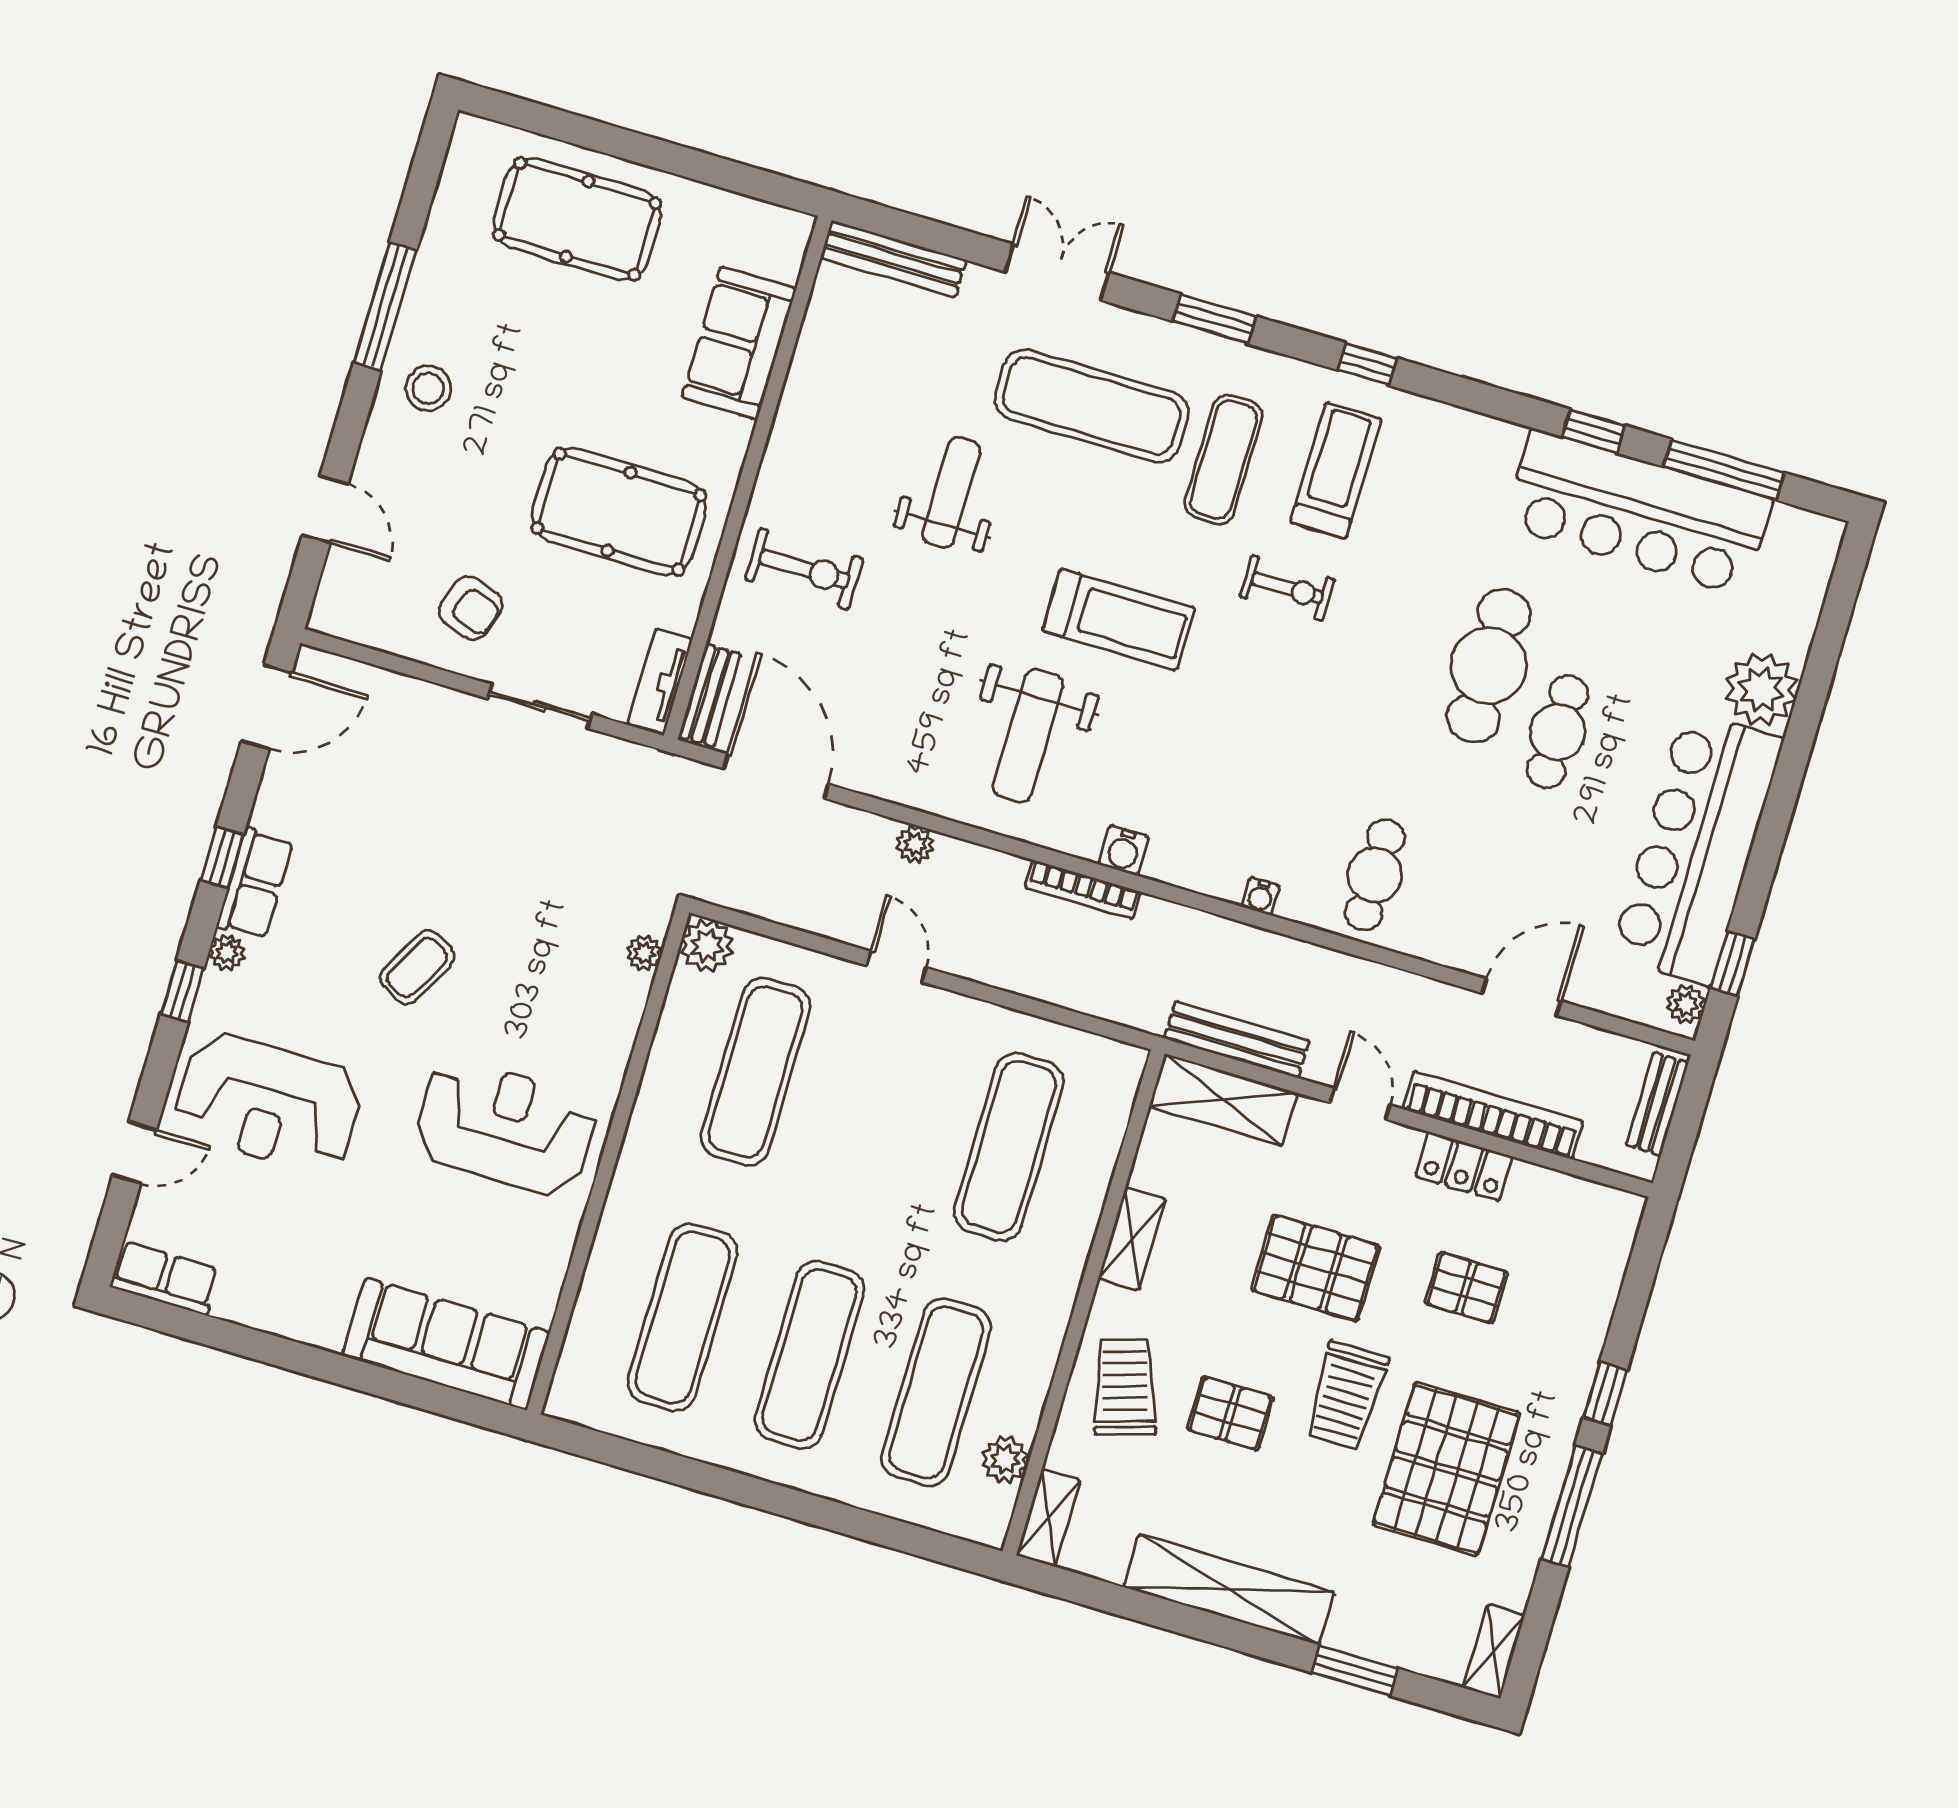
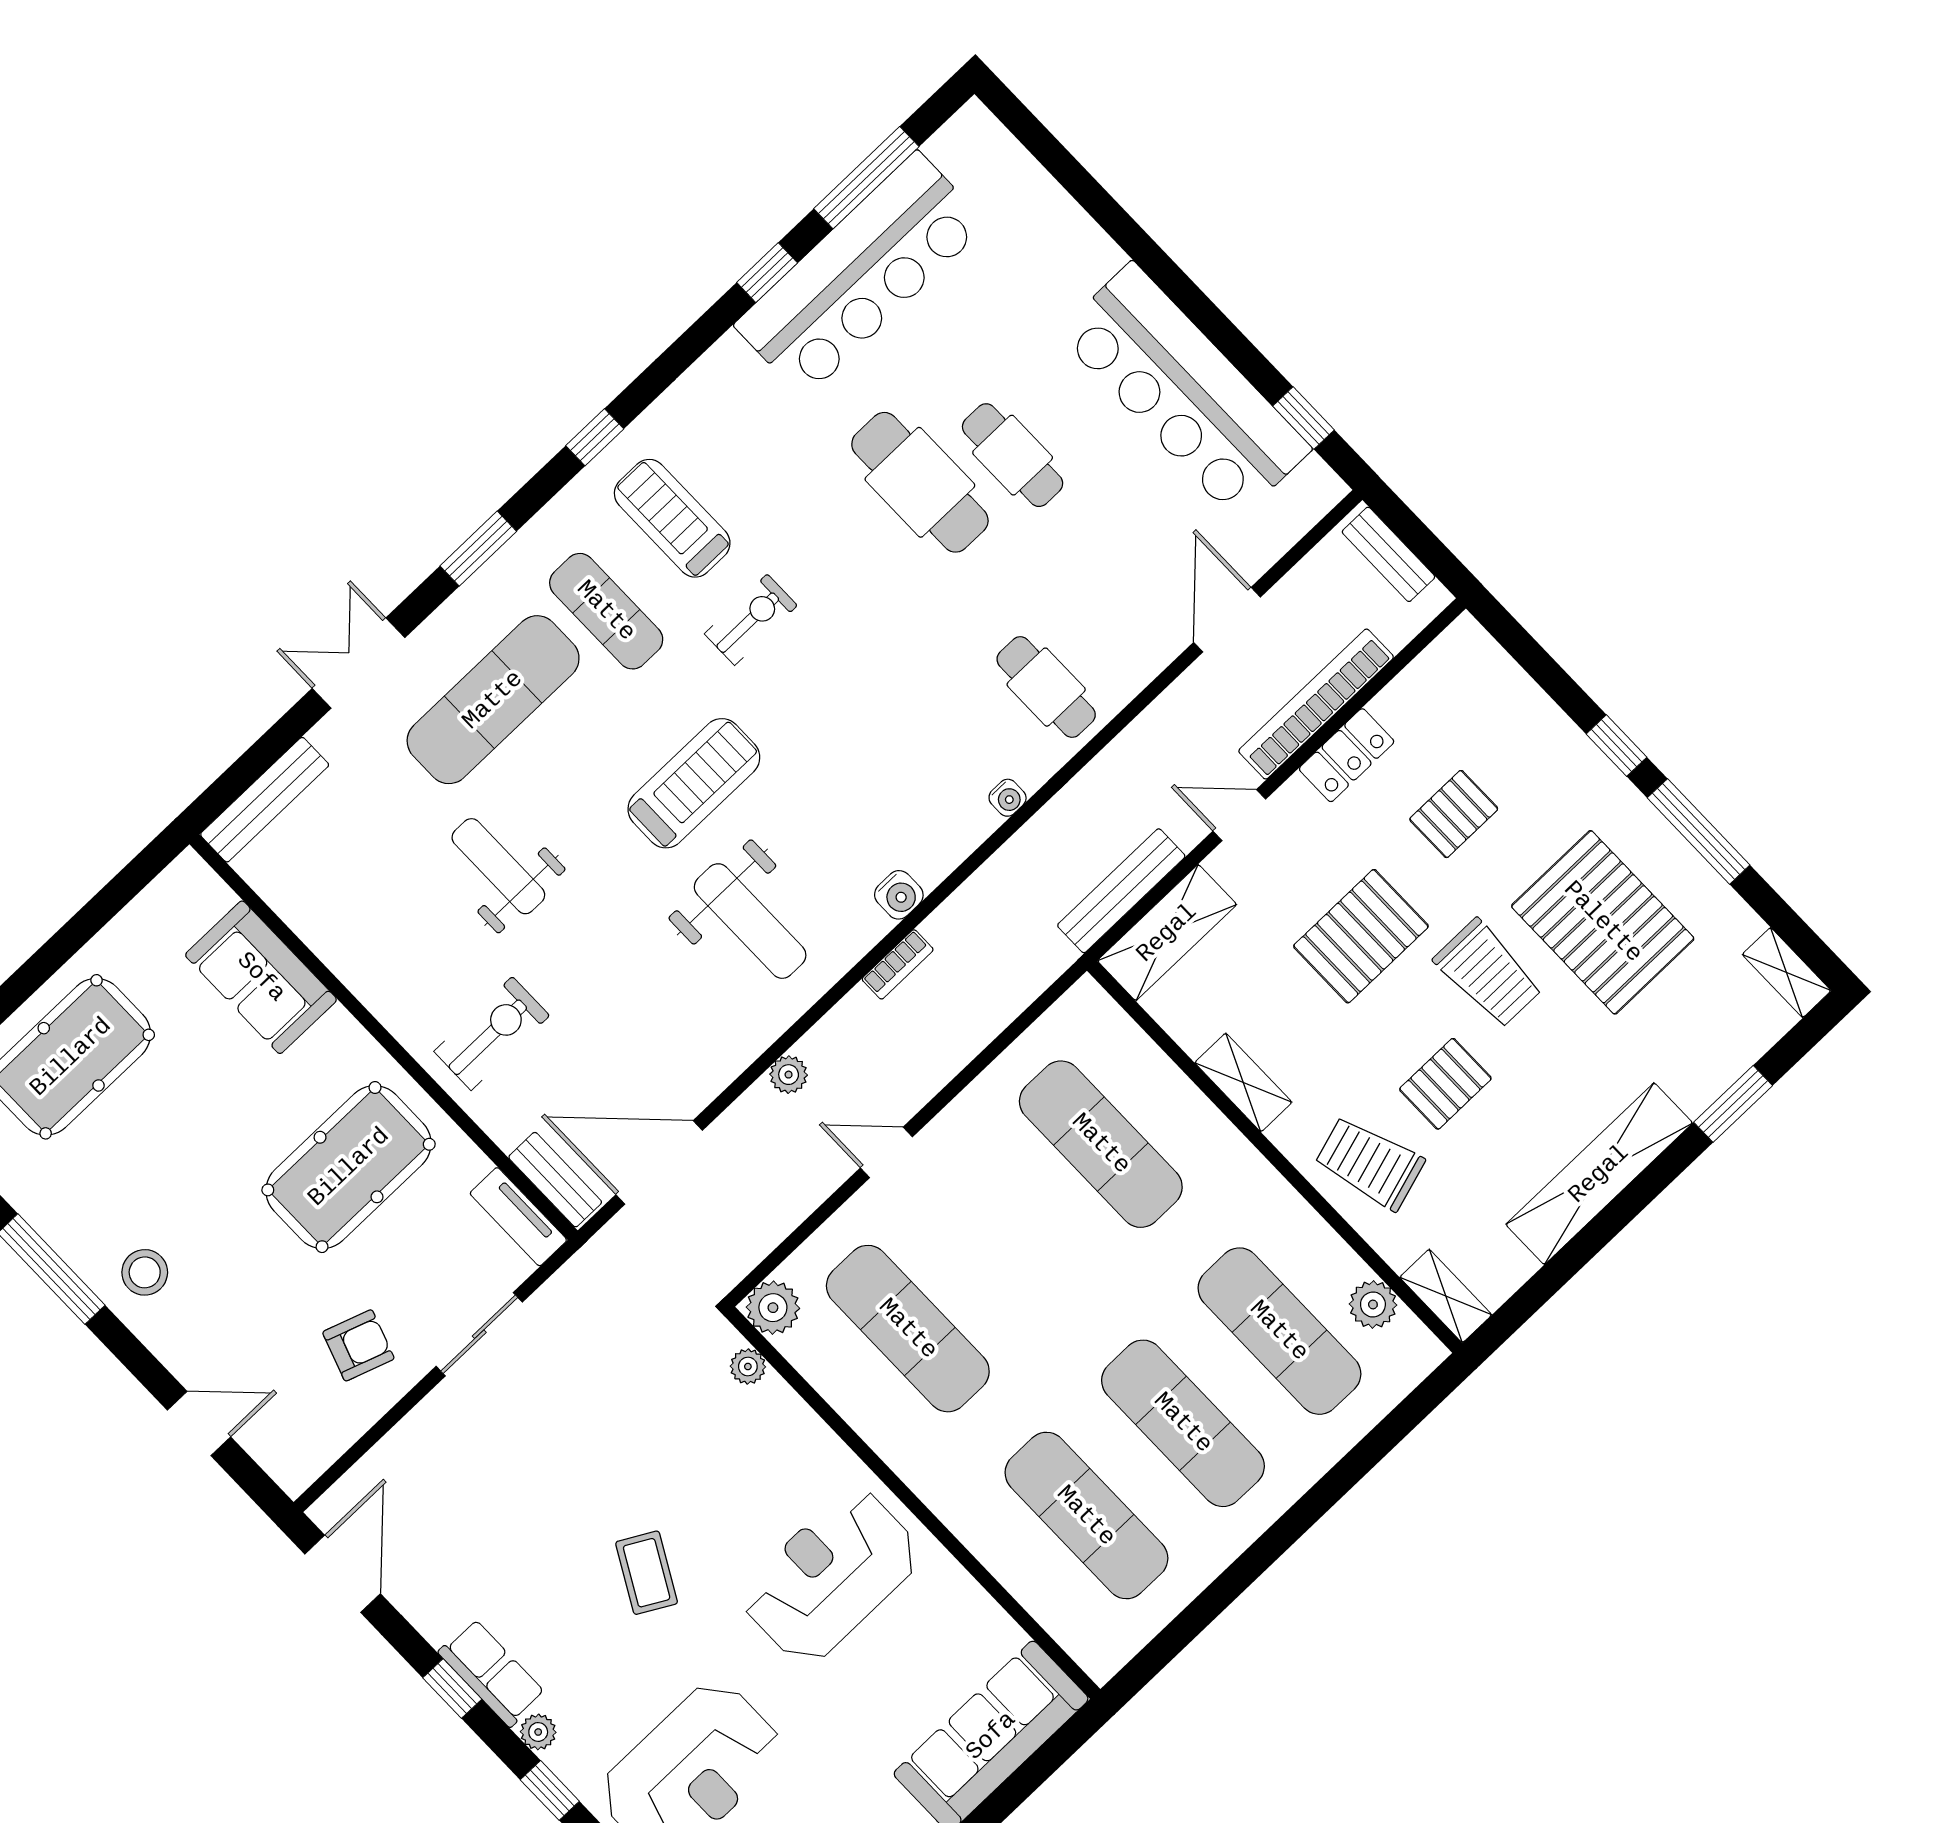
plant: (1761, 689) -> (1077, 255), removed
bookcase: (1083, 890) -> (898, 964), width x0.64
plant: (1686, 1004) -> (1316, 479), removed

